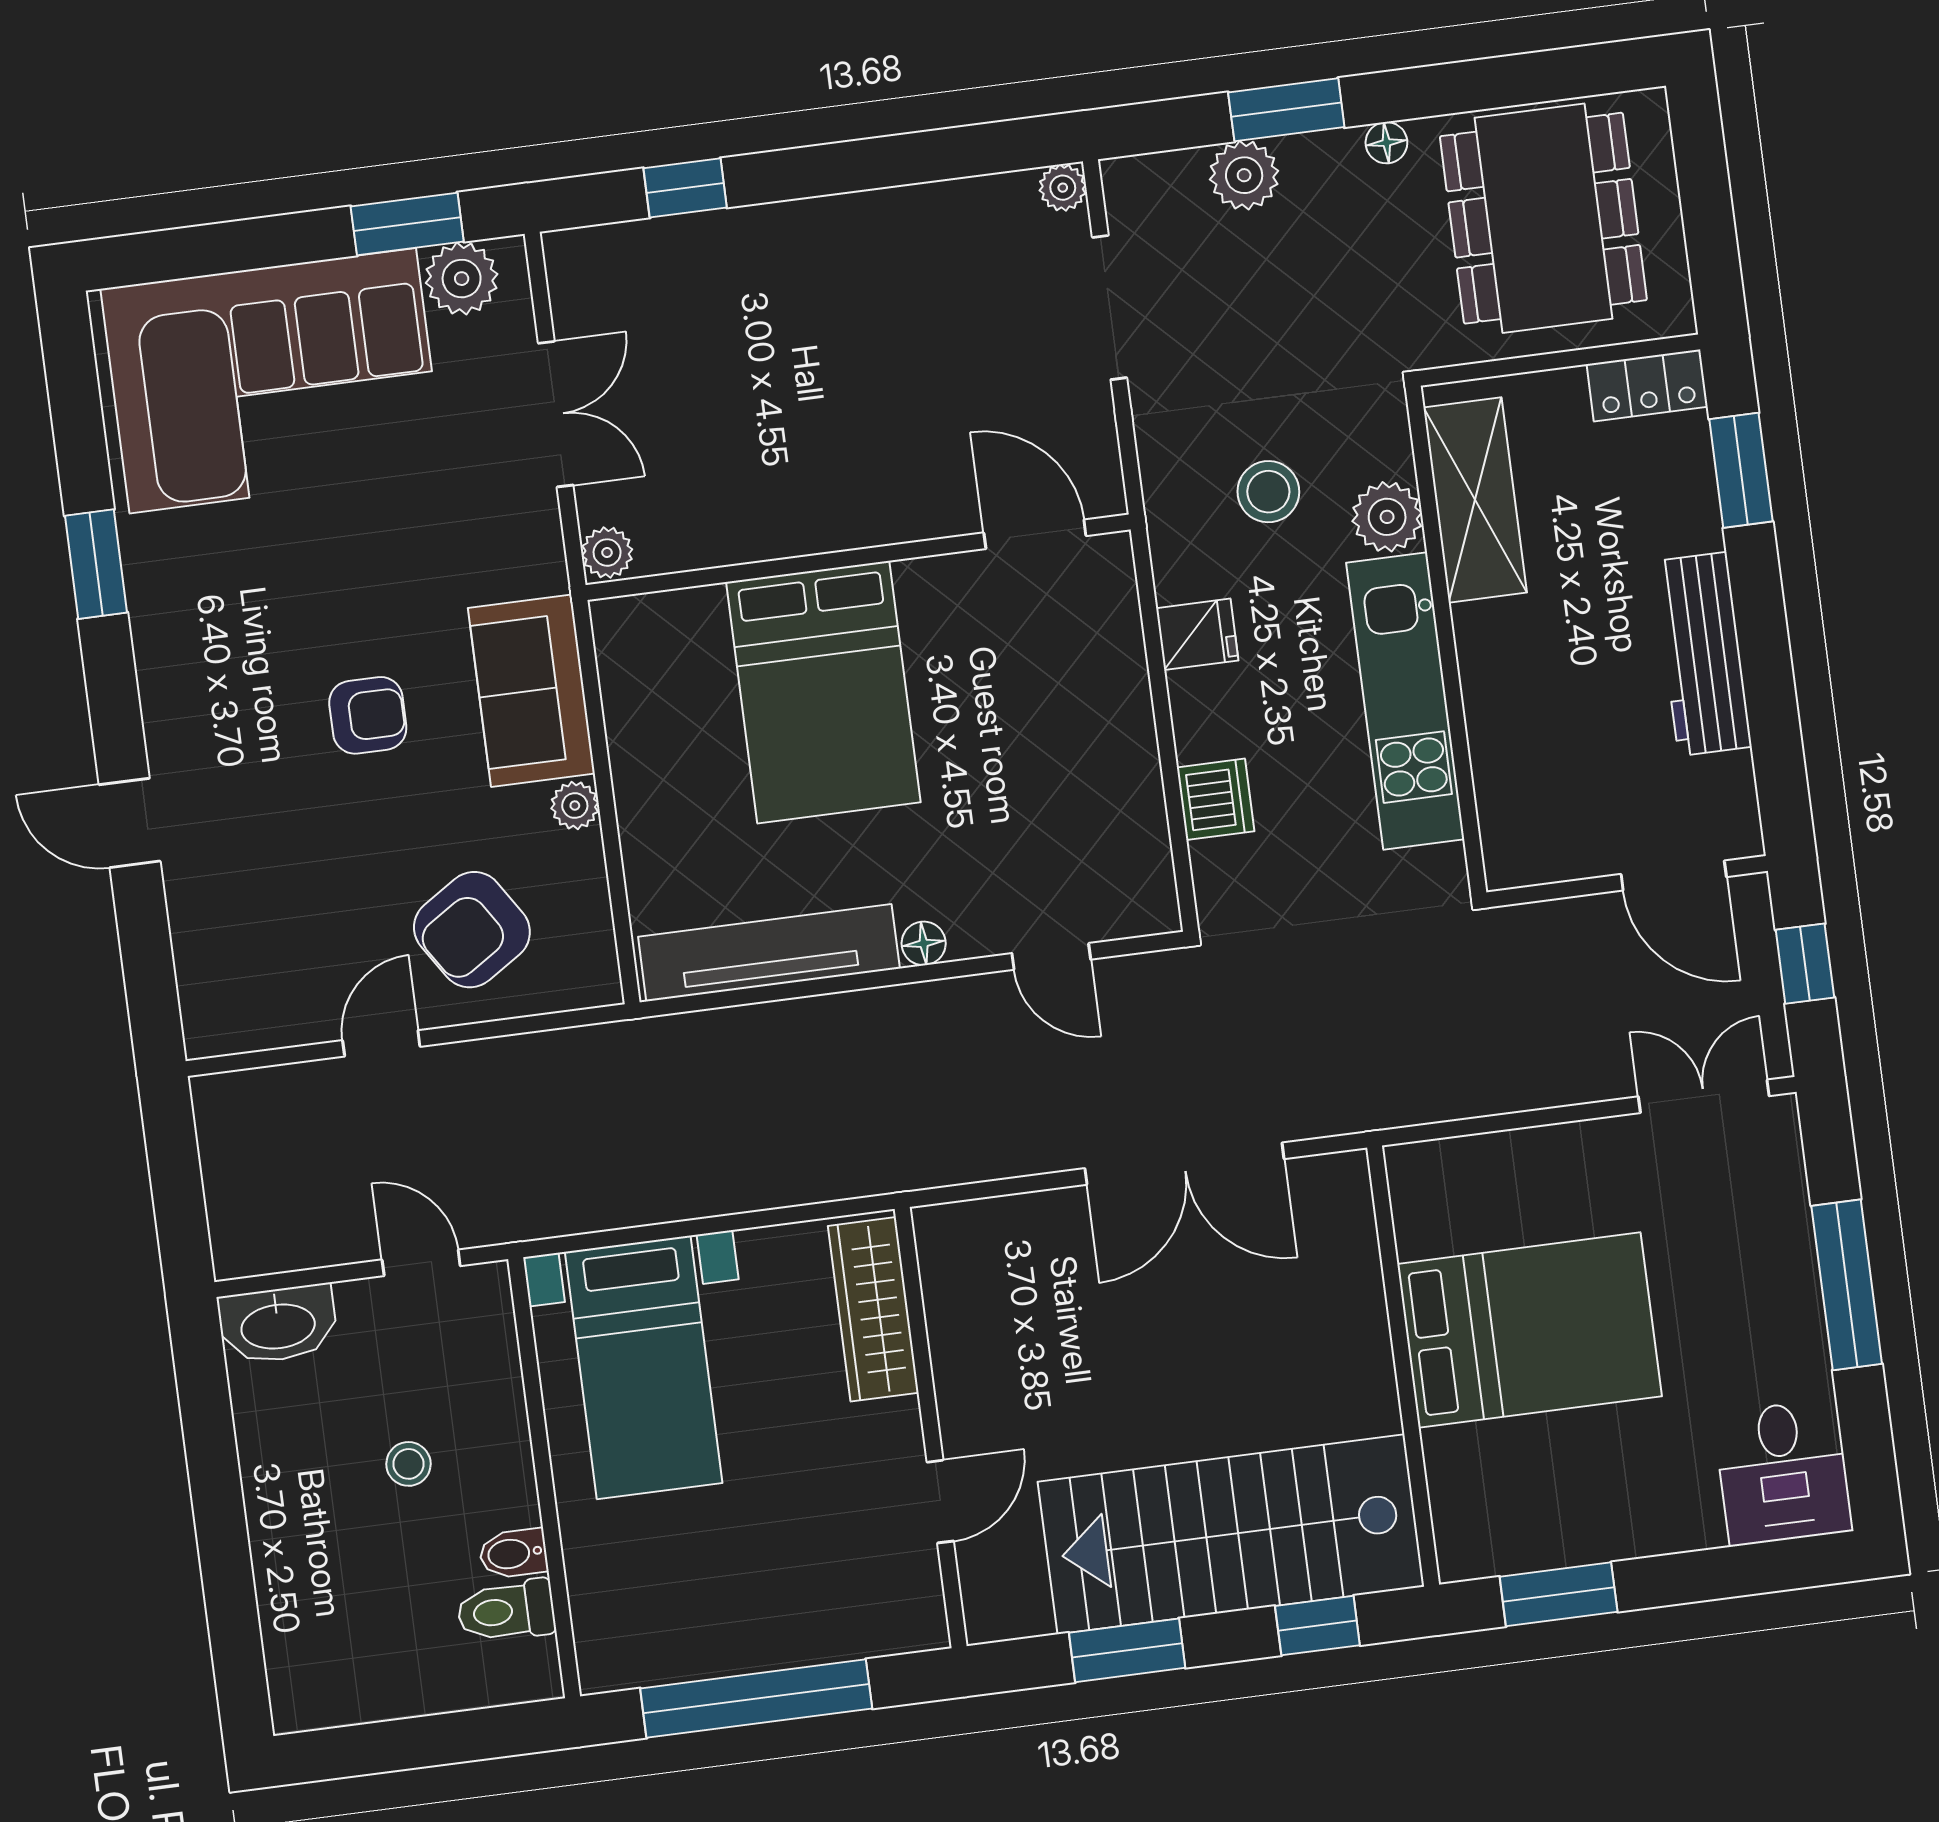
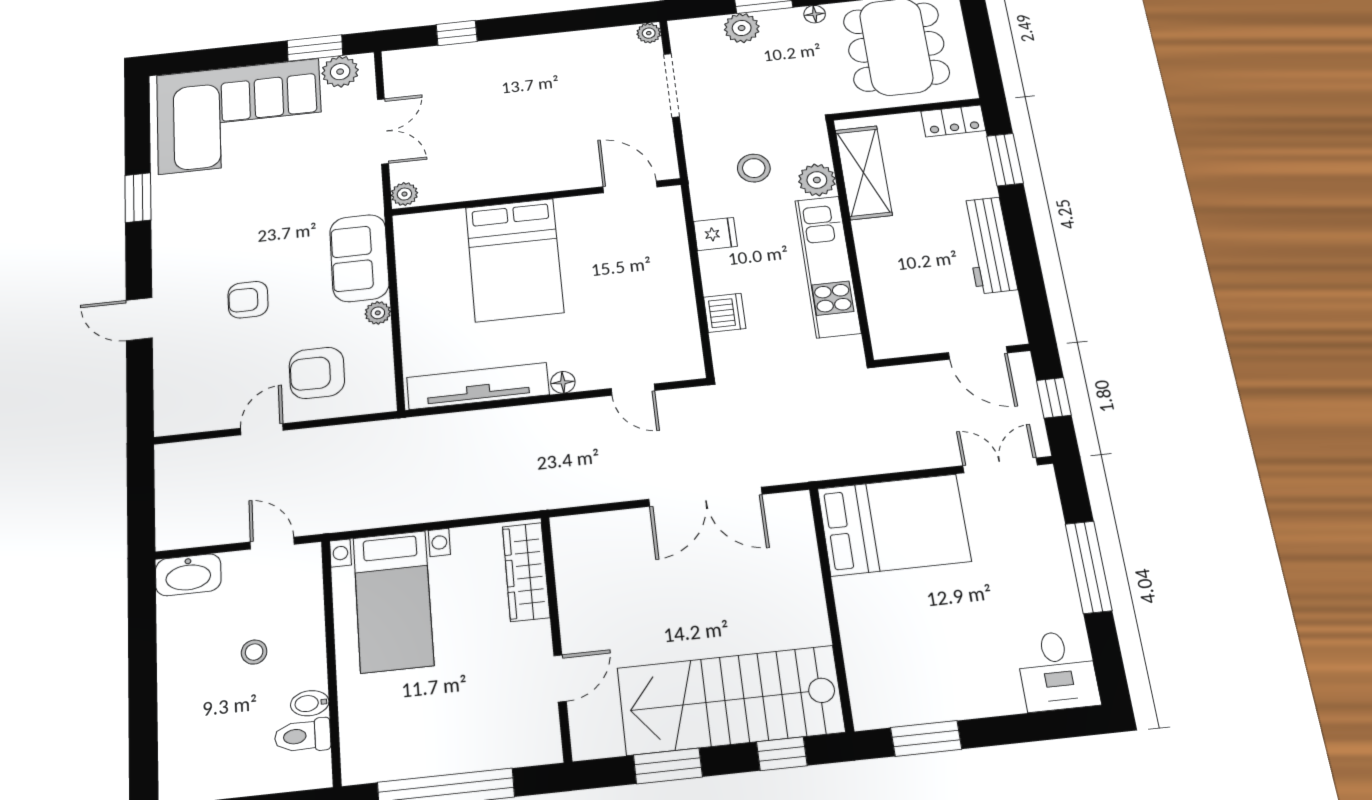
armchair: (368, 715) -> (248, 300), moved, turned 180
armchair: (472, 930) -> (317, 373), turned 33
bed: (1530, 1330) -> (894, 525), moved

